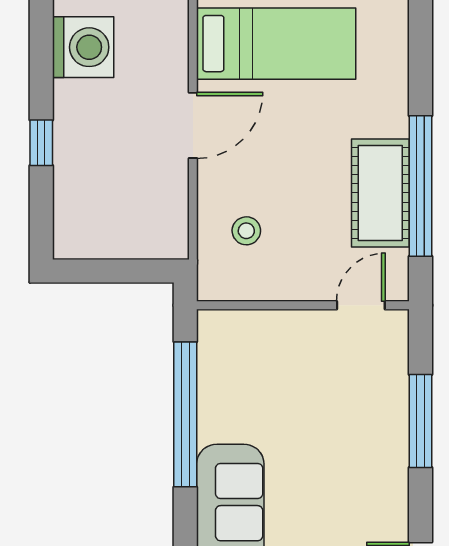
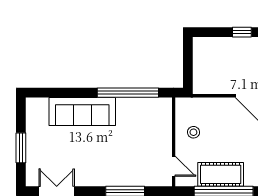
stool: (246, 231) -> (193, 132), moved

